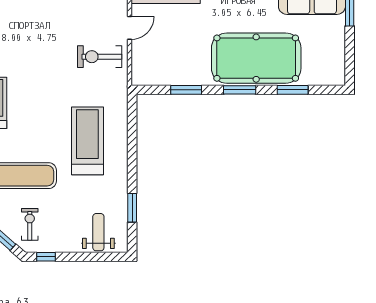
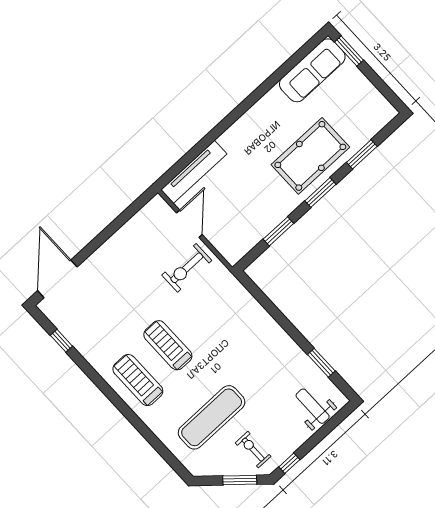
door: (130, 28) -> (189, 224), width x1.38
pool table: (256, 58) -> (310, 156), width x0.73, depth x0.76
treadmill: (87, 141) -> (168, 345), moved, width x0.73, depth x0.73

